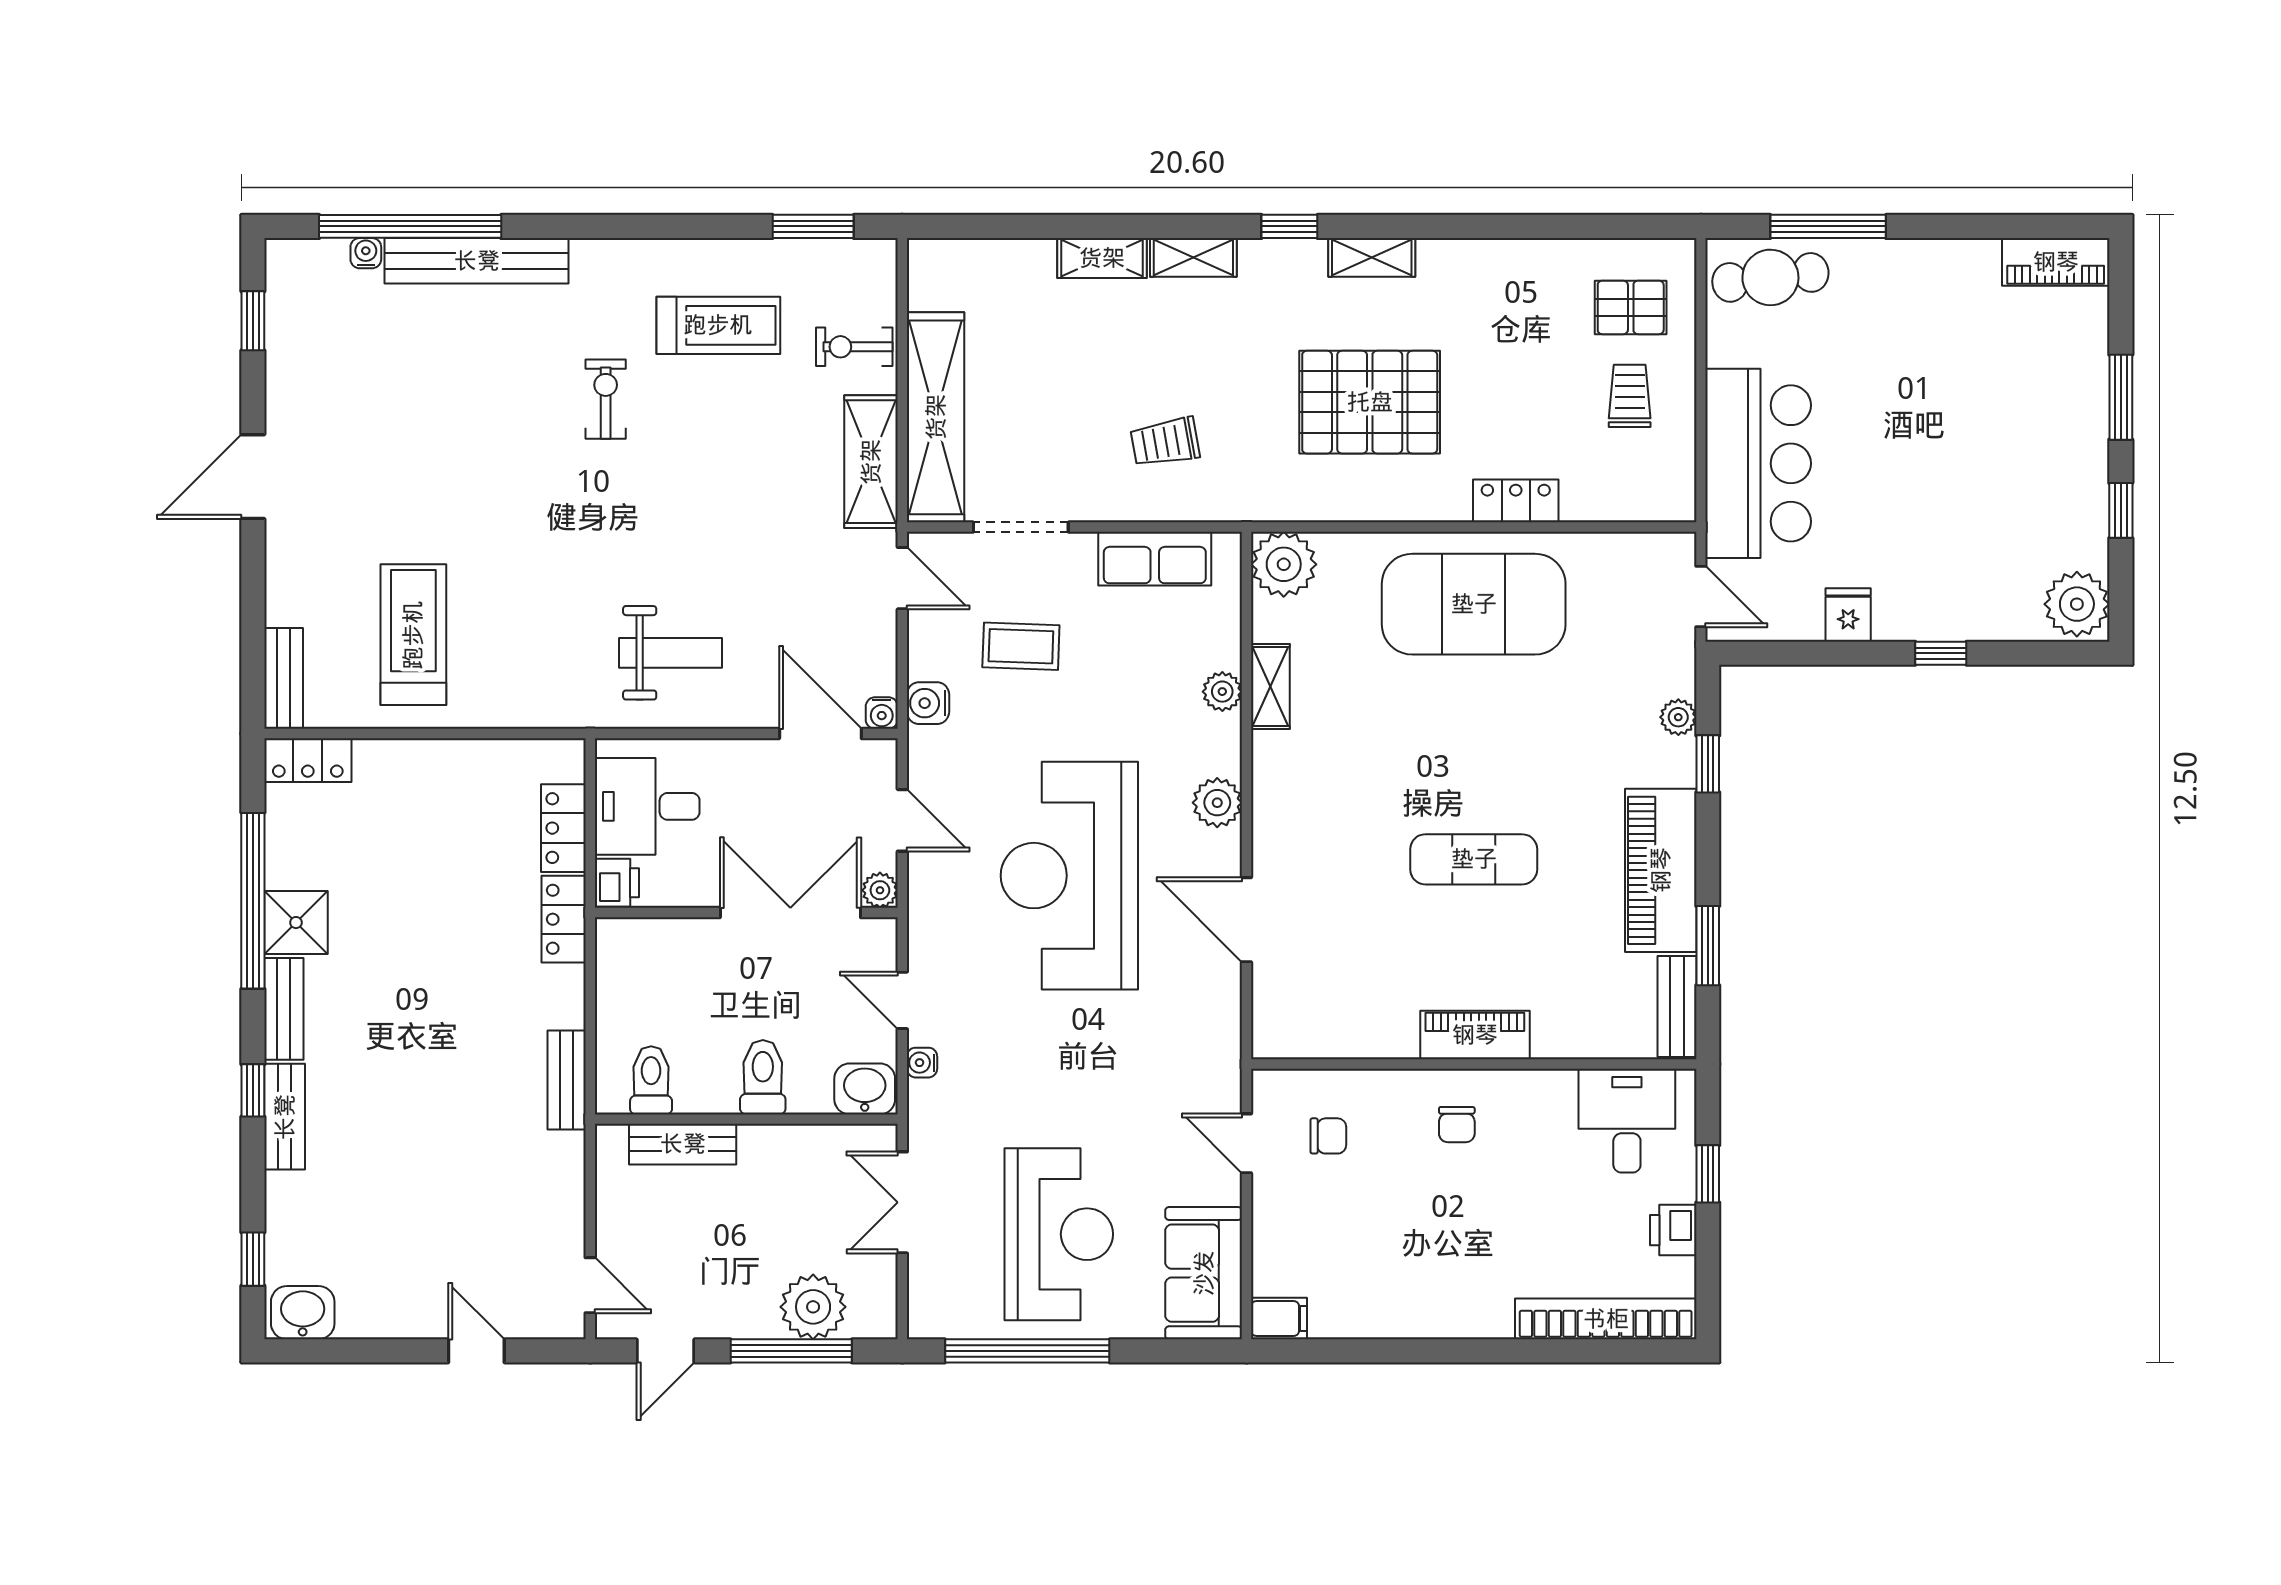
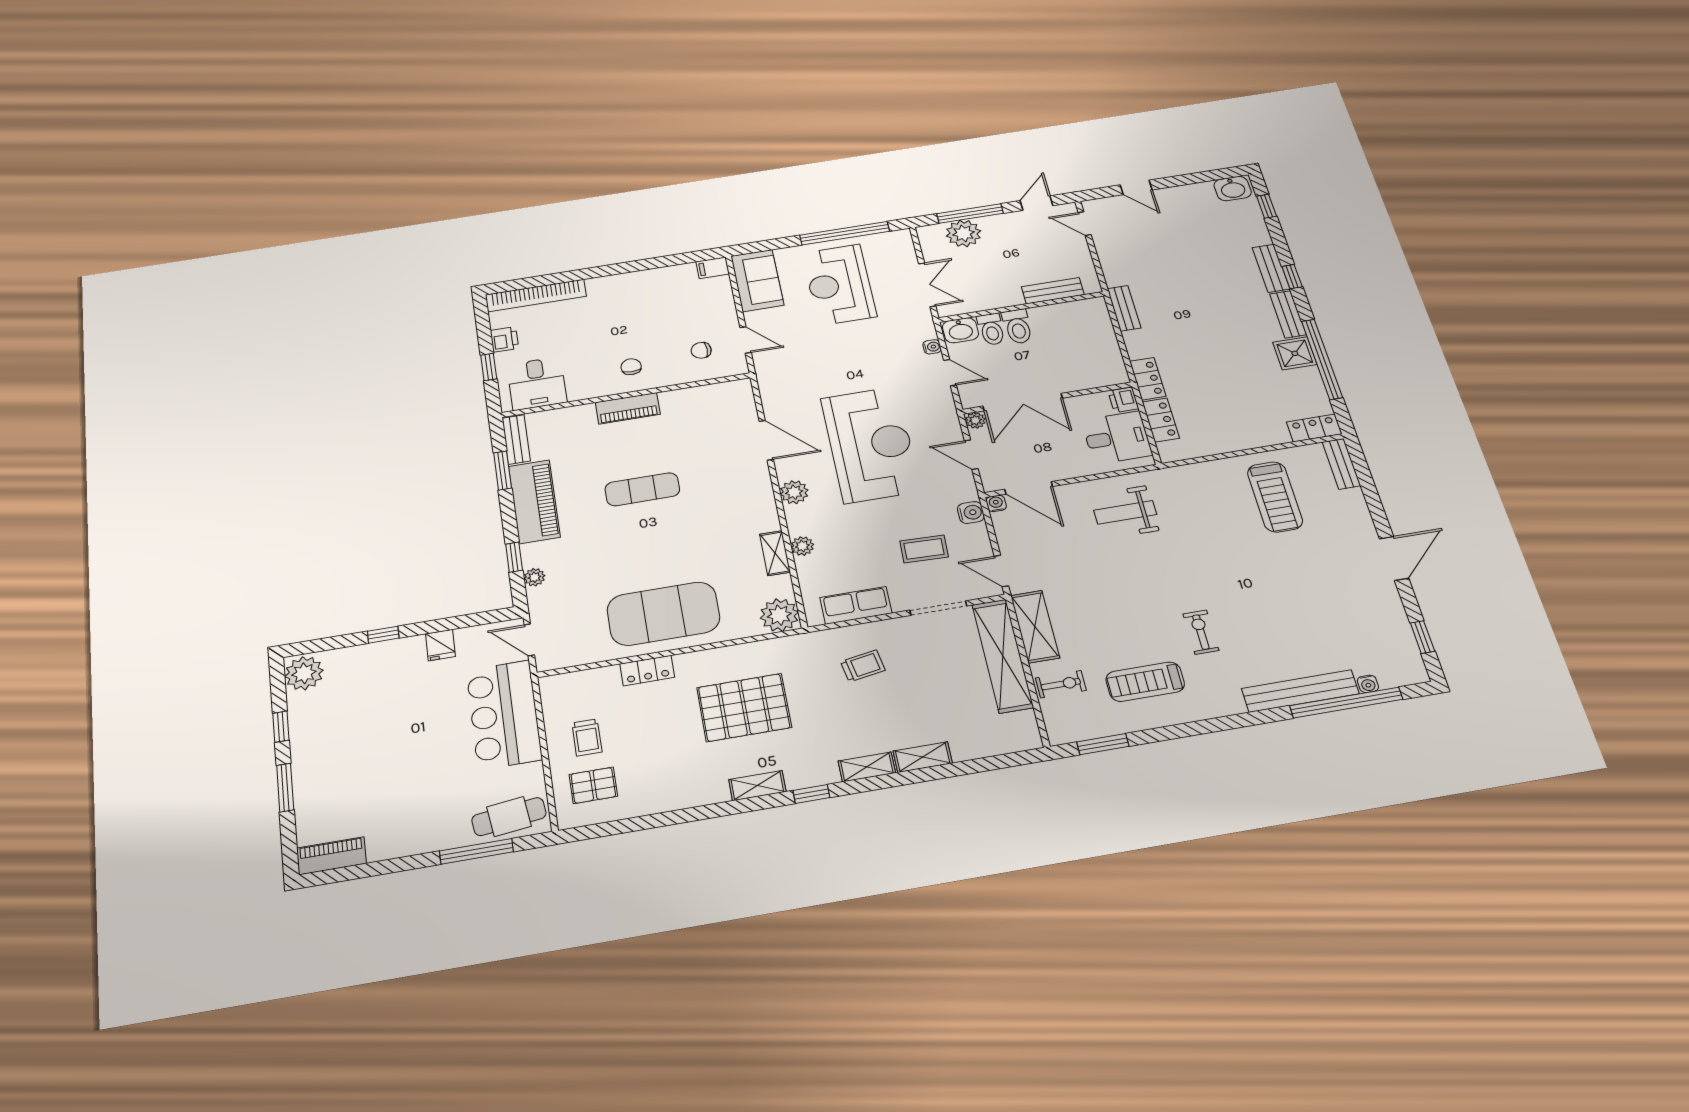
exercise bike: (606, 399) -> (1201, 632), turned 180
toilet: (651, 1080) -> (991, 329), moved

